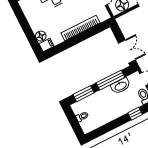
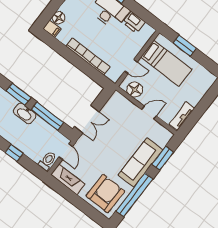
washbasin: (120, 86) -> (25, 114), moved
window: (135, 114) -> (14, 153), moved

